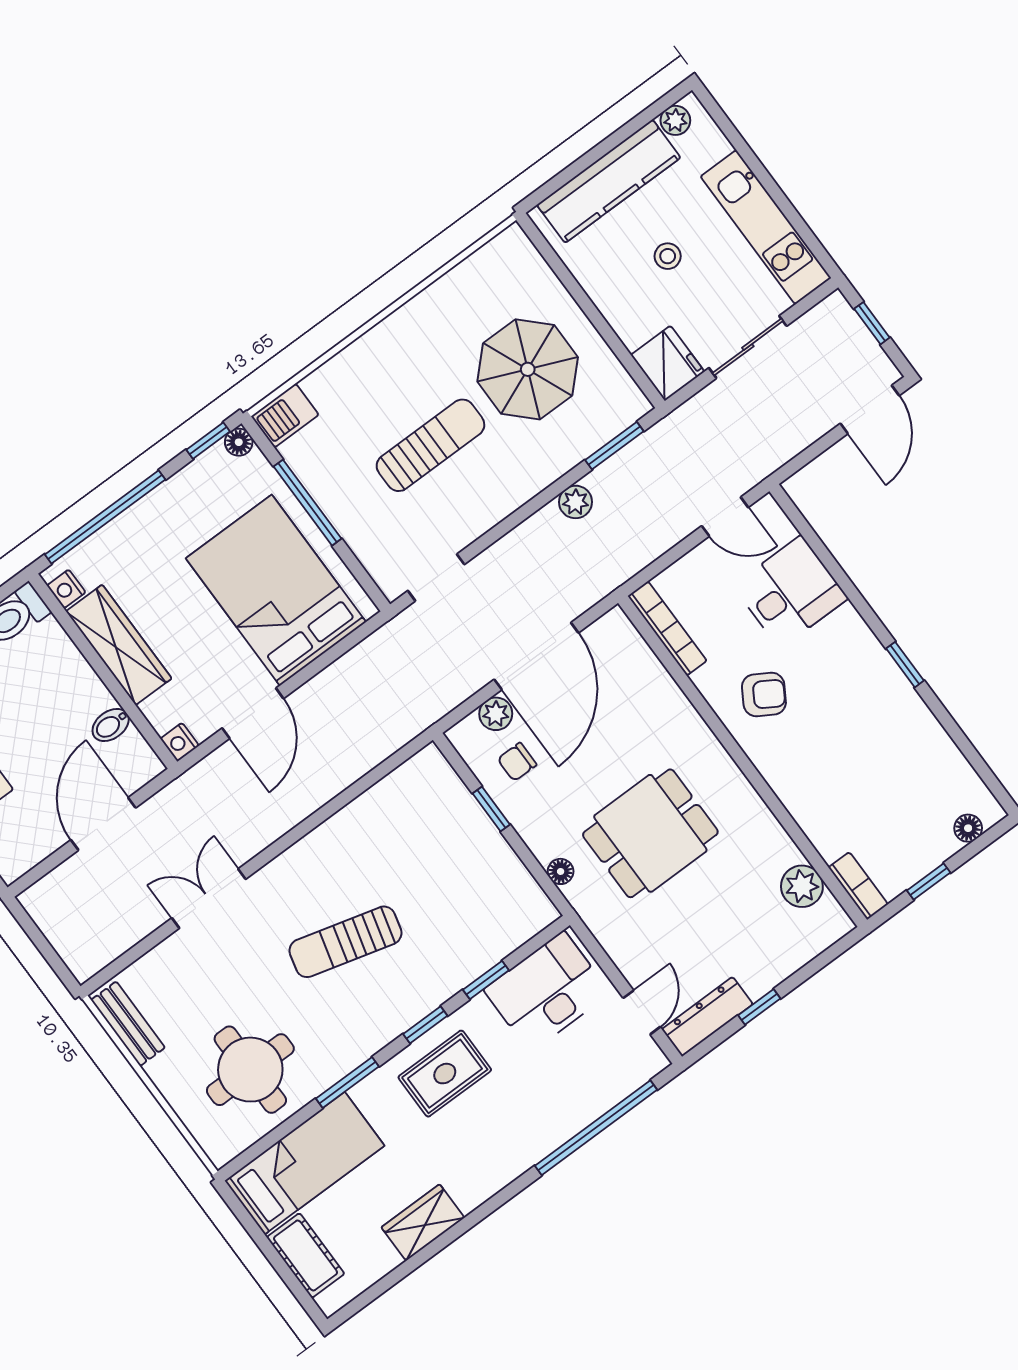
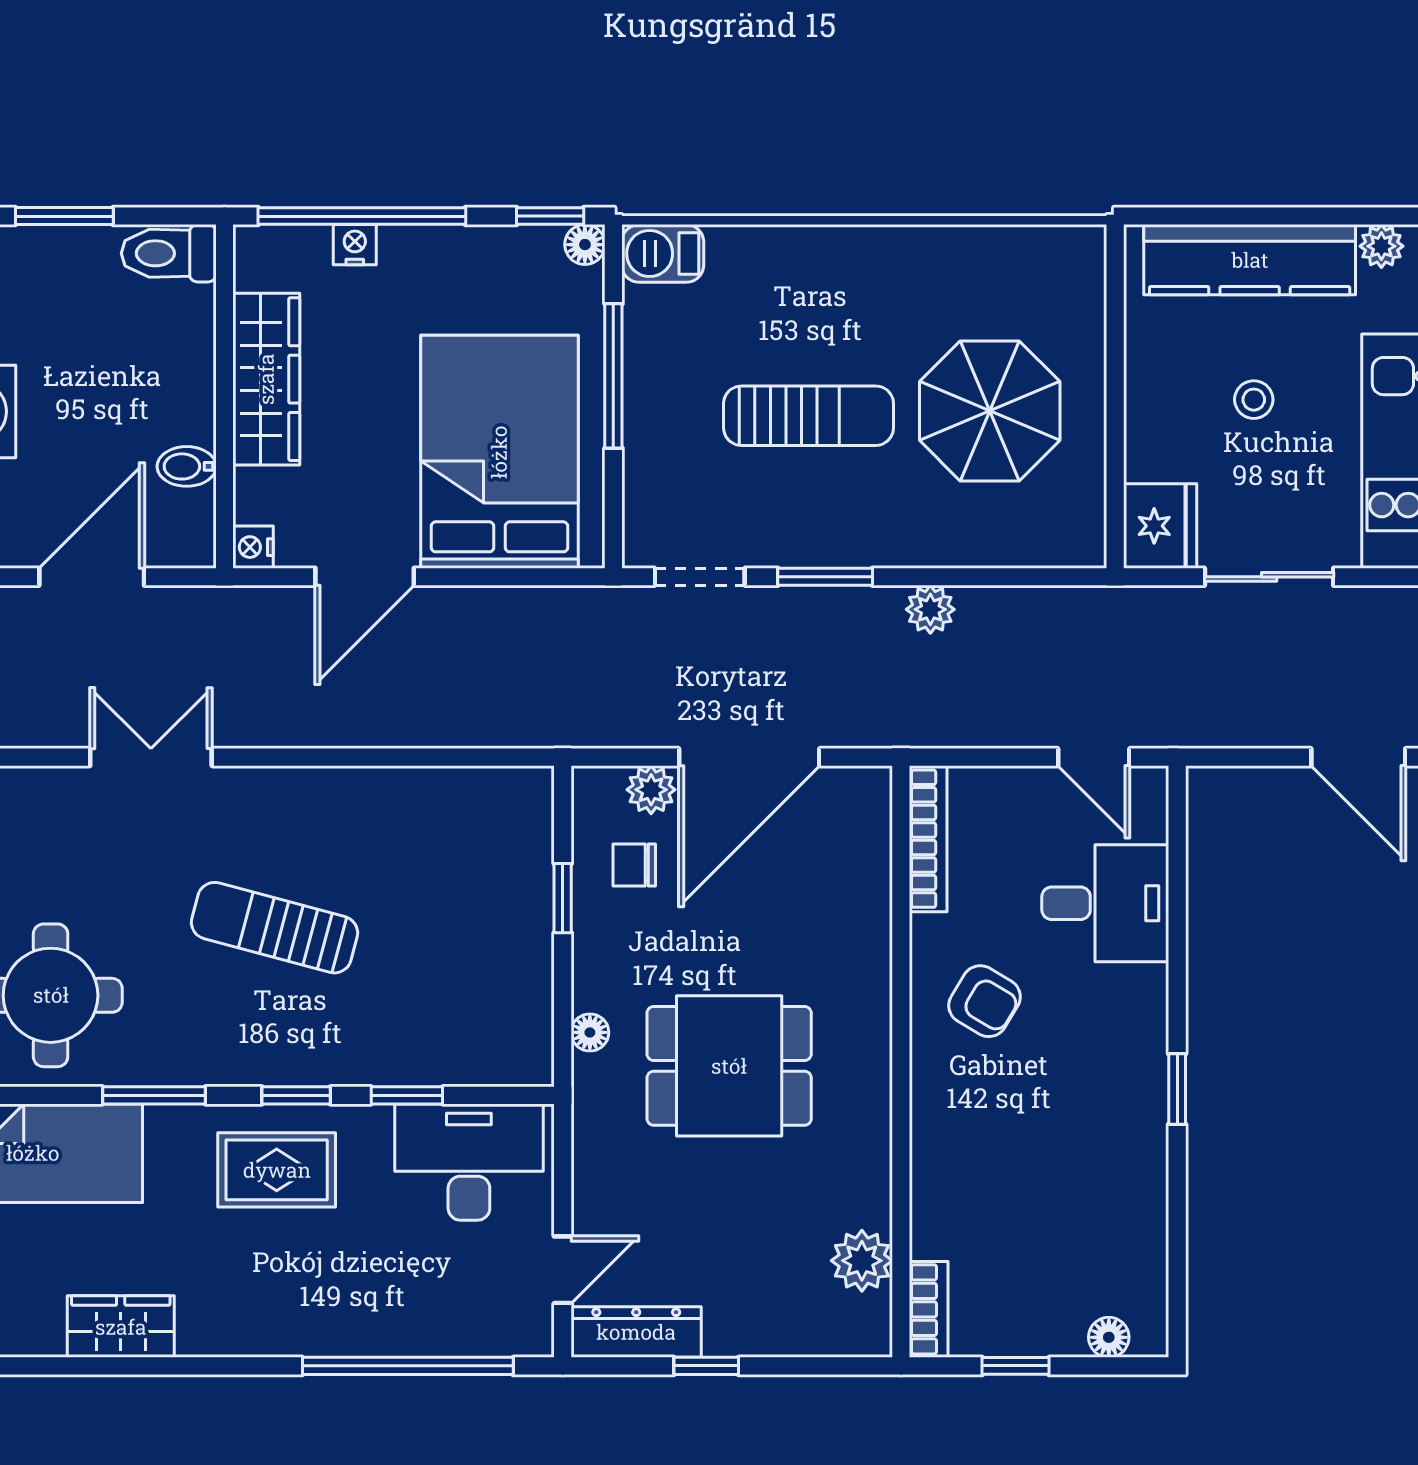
door: (870, 410) -> (1358, 757), hinge flipped
window: (614, 446) -> (825, 577), moved
nightstand: (66, 589) -> (355, 245), moved, turned 90

